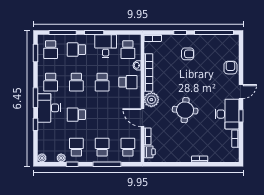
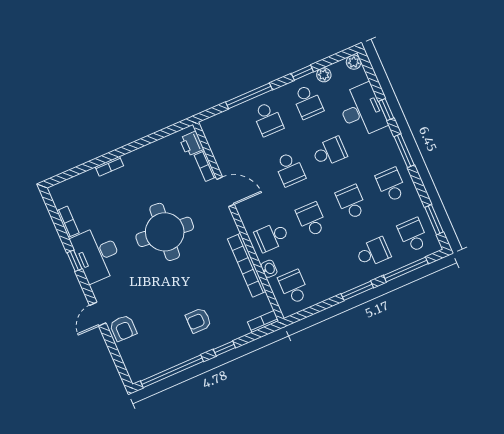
desk: (106, 46) -> (330, 277), removed
door: (241, 92) -> (98, 314), moved
plant: (151, 100) -> (224, 225), removed
desk: (49, 108) -> (362, 111), moved
round table: (185, 110) -> (165, 232), width x1.36, depth x1.36
school desk: (128, 147) -> (290, 169), moved

